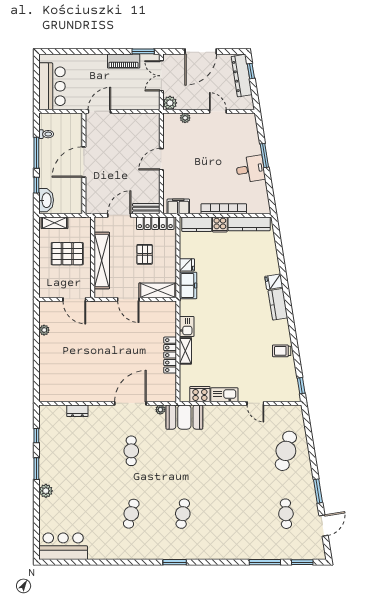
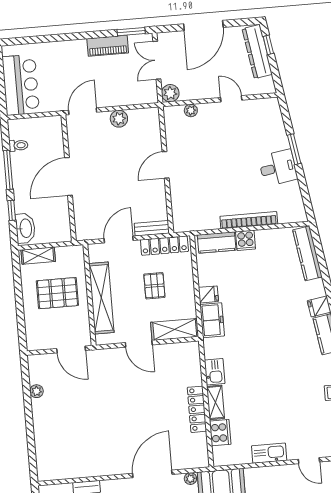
plant: (128, 120) -> (119, 119), added
filing cabinet: (178, 206) -> (192, 222), removed
kitchen counter: (249, 224) -> (307, 253), moved, turned 81
cooker: (200, 394) -> (220, 433), moved, turned 90

